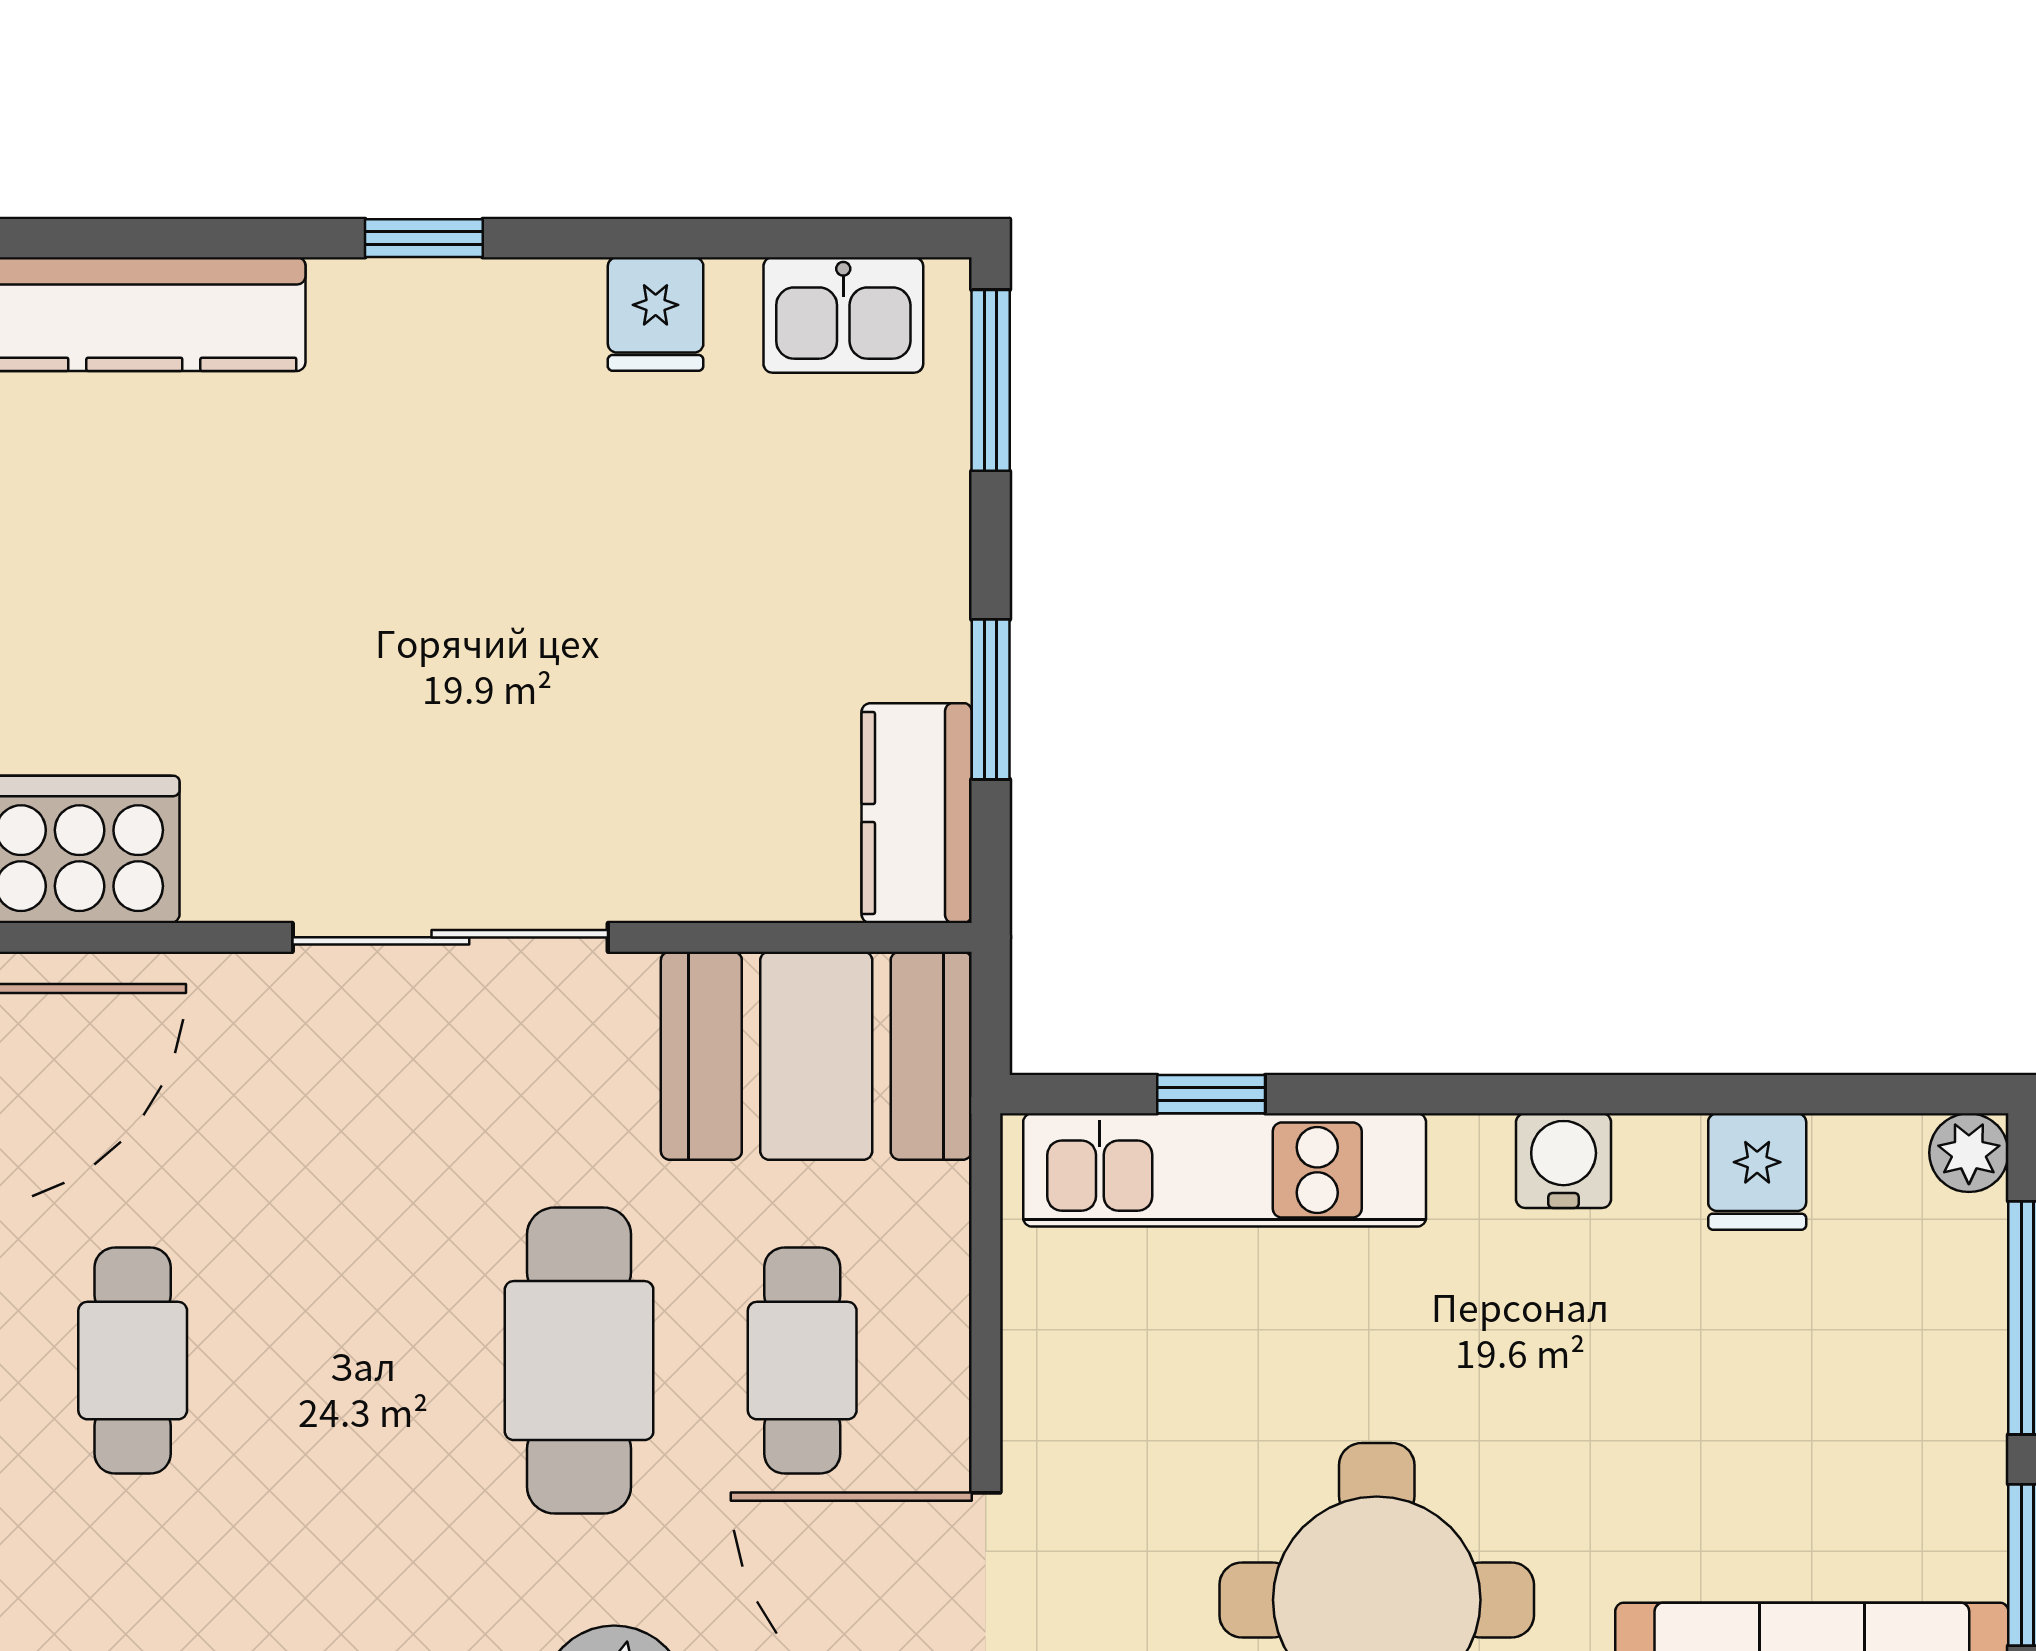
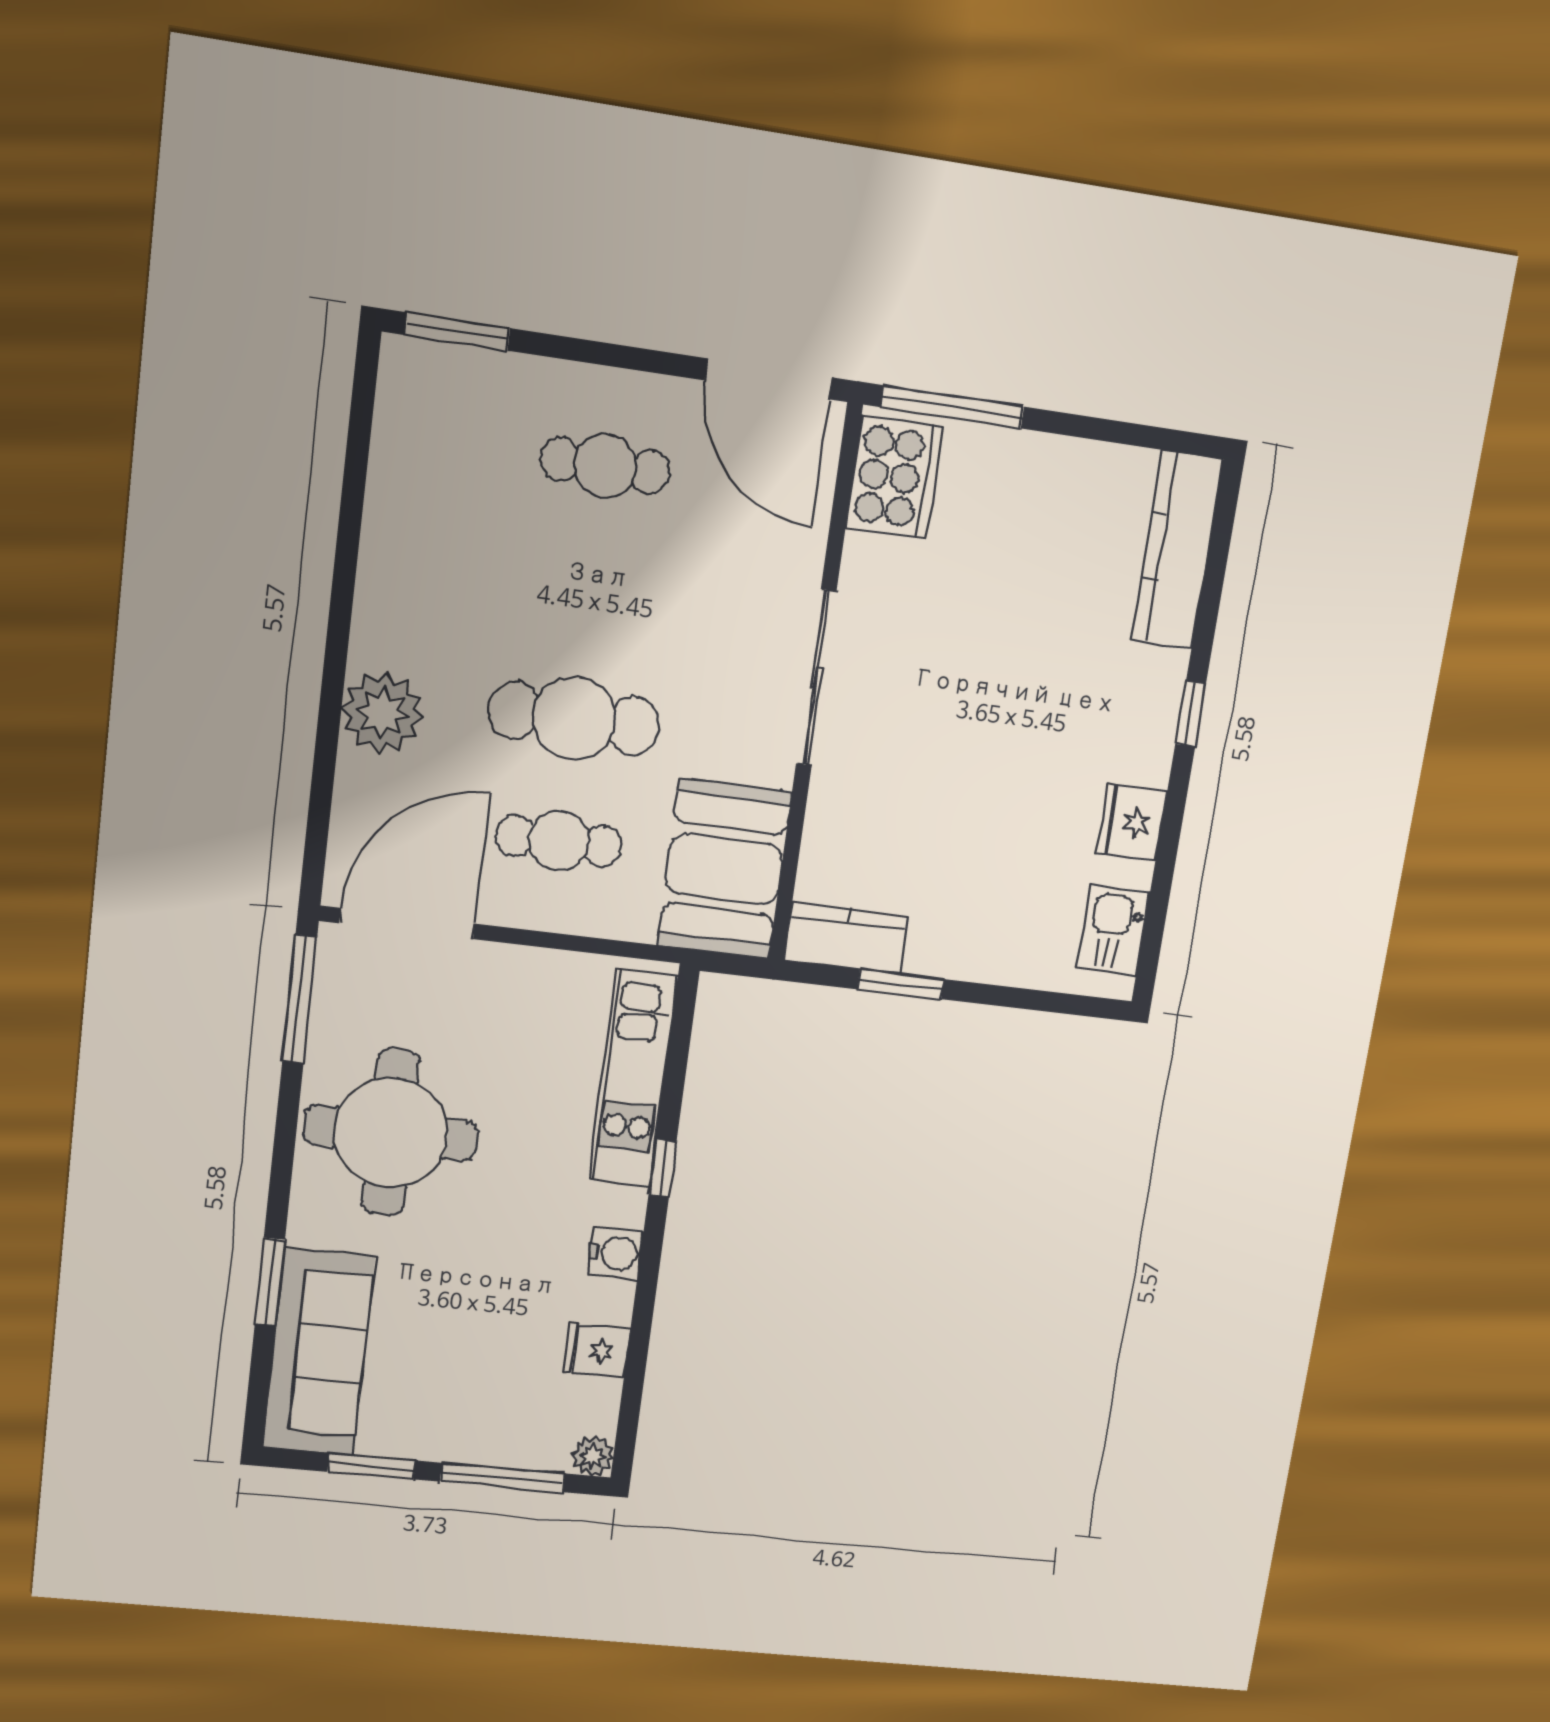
fridge: (656, 314) -> (1132, 823), width x1.38
window: (991, 380) -> (1067, 1004), removed
window: (1211, 1094) -> (662, 1168), moved

